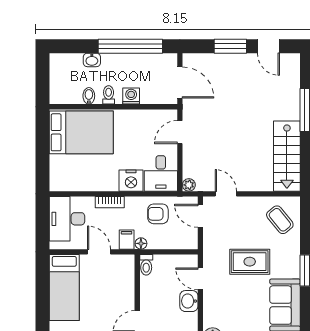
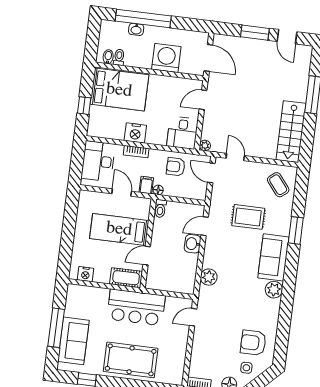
window: (130, 46) -> (143, 18), moved
toilet: (109, 95) -> (119, 57), moved
bidet: (89, 96) -> (108, 57), moved
washing machine: (131, 96) -> (166, 58), width x1.89, depth x1.89
window: (43, 156) -> (84, 106), added
nightstand: (131, 181) -> (135, 133), moved
door: (200, 279) -> (205, 226), hinge flipped
bed: (64, 288) -> (119, 229), moved, turned 90

